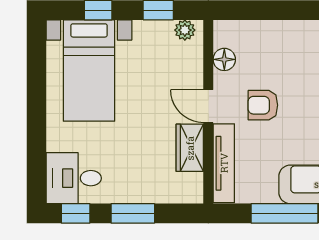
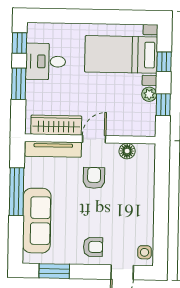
plant: (185, 30) -> (149, 94), moved
wardrobe: (190, 148) -> (56, 125), width x1.50
desk: (74, 178) -> (46, 61), moved, turned -90

